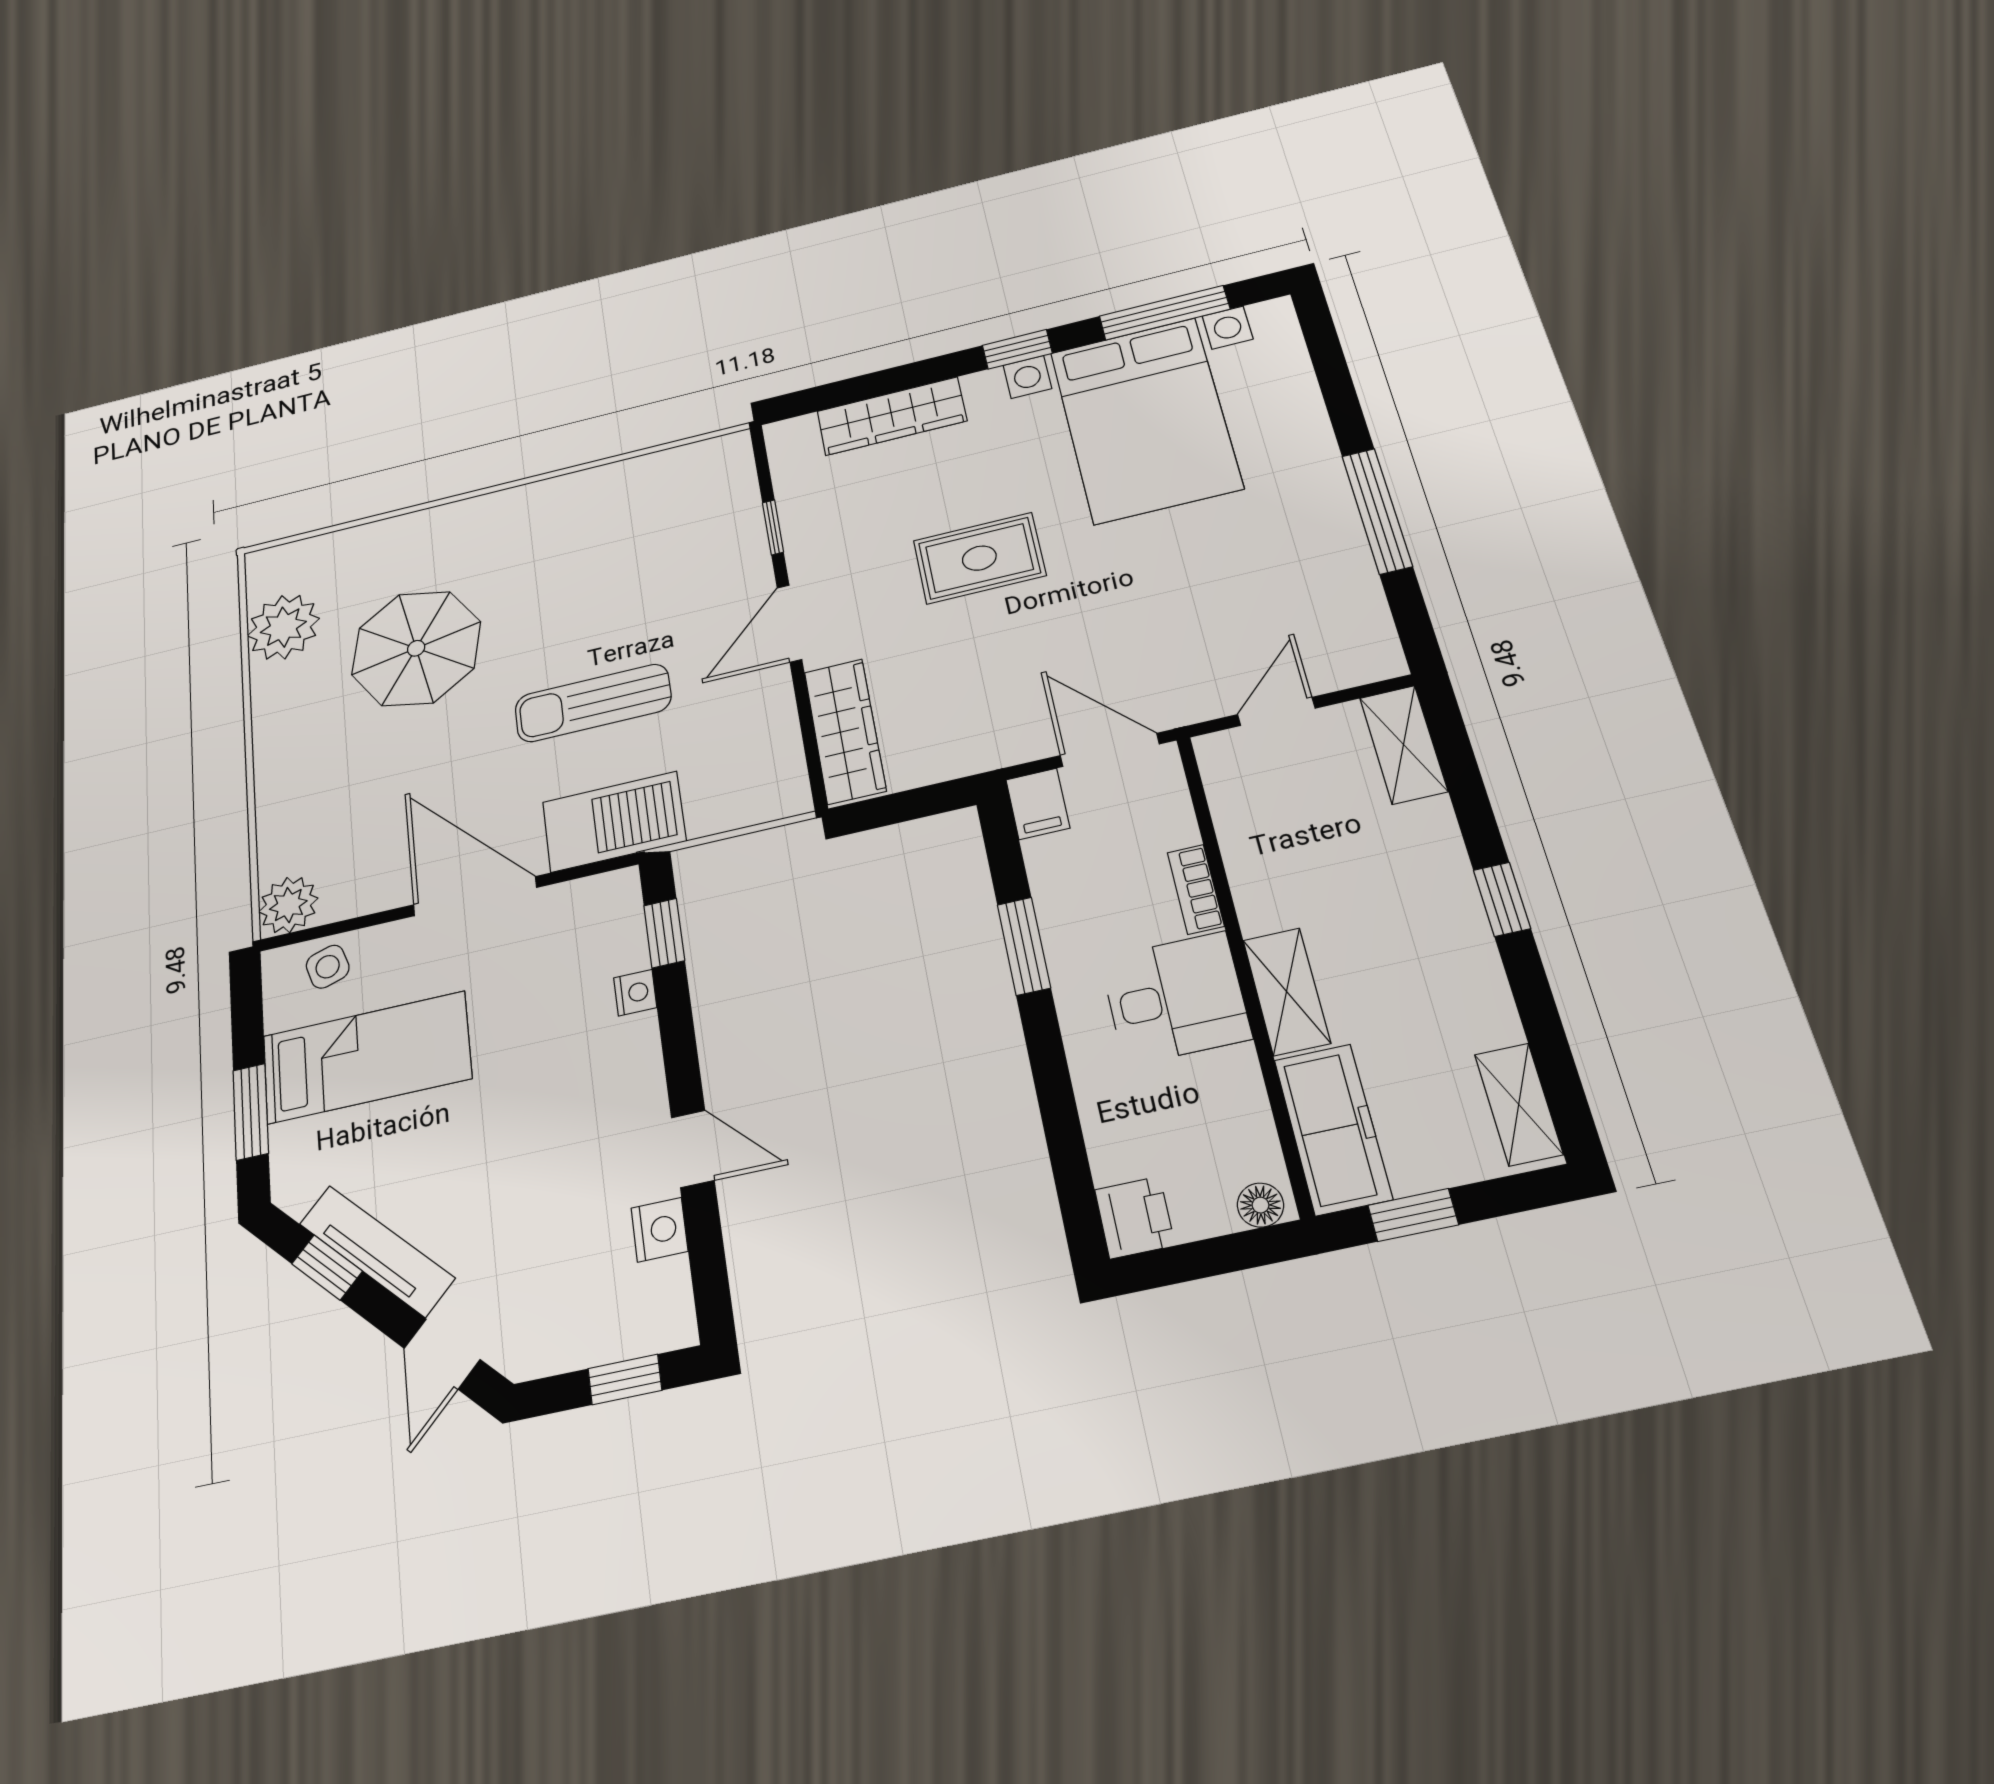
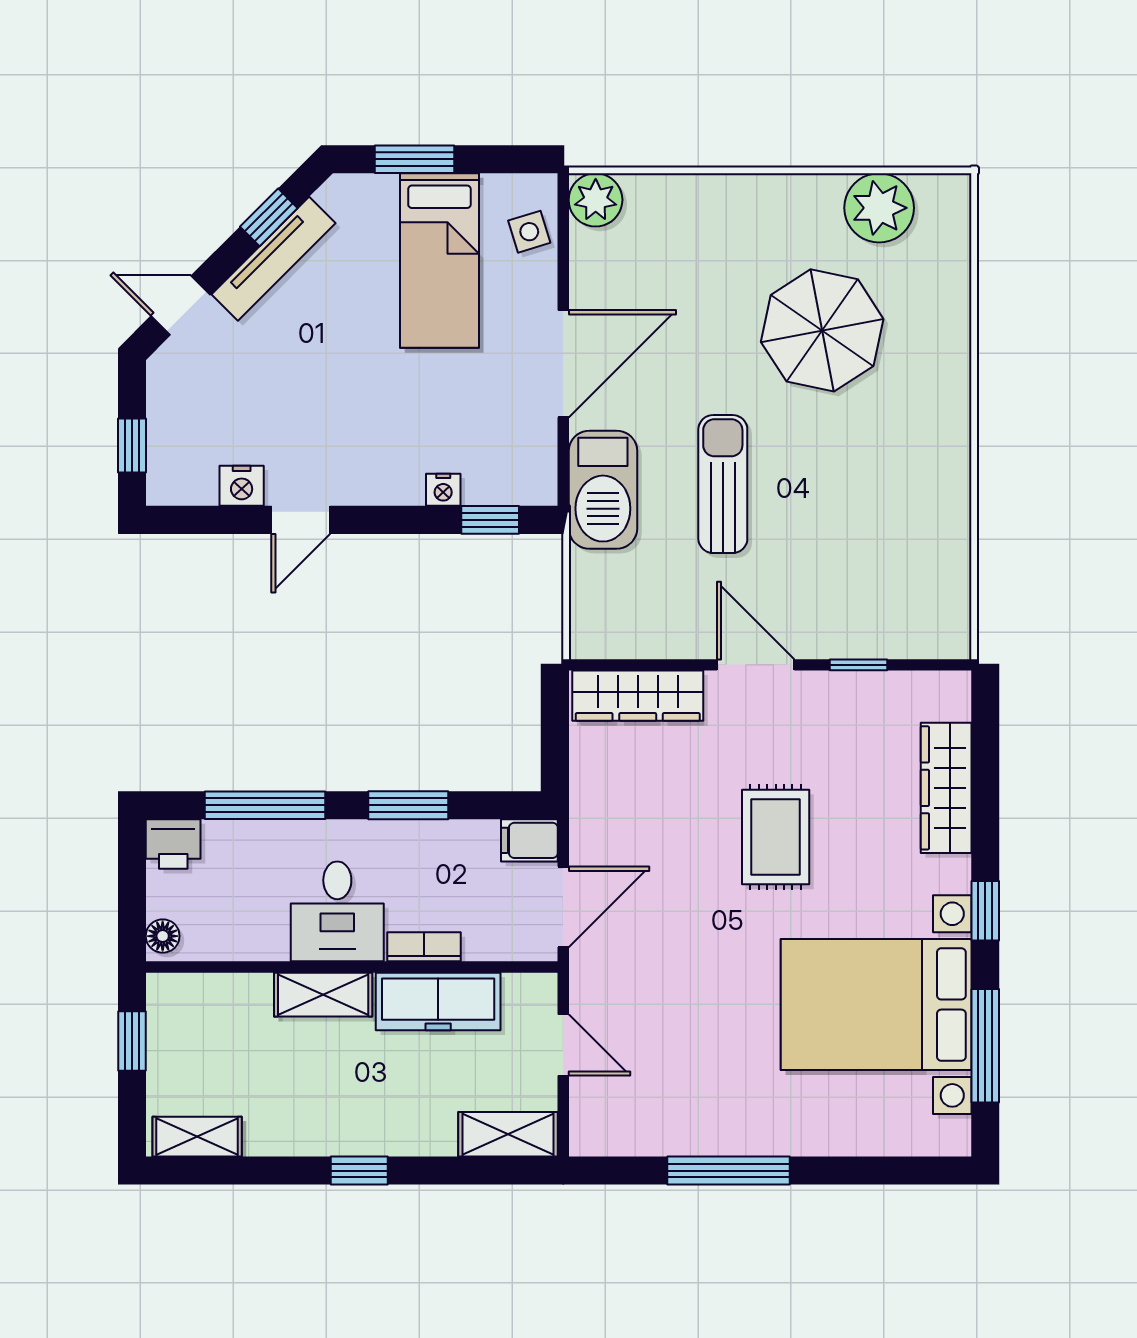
window: (1059, 1114) -> (265, 805), added
freezer: (1333, 1129) -> (438, 1001), moved

